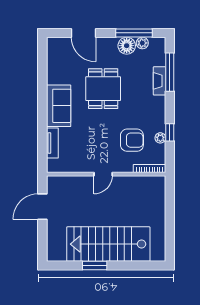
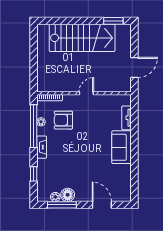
window: (170, 72) -> (34, 174), width x0.46
fireplace: (160, 81) -> (42, 147), moved
dining table: (103, 89) -> (86, 161), removed
window: (170, 132) -> (34, 126), width x3.17
window: (95, 265) -> (113, 21), moved

